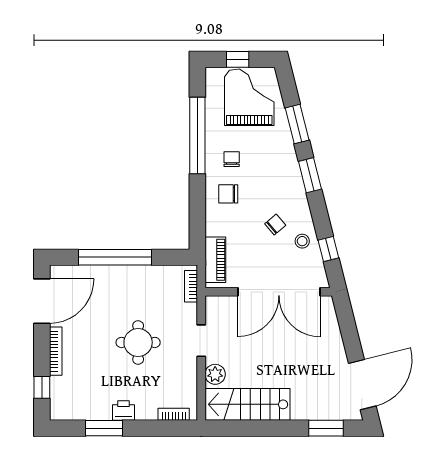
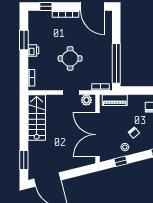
window: (115, 257) -> (116, 63), moved
plant: (215, 374) -> (86, 100), moved

